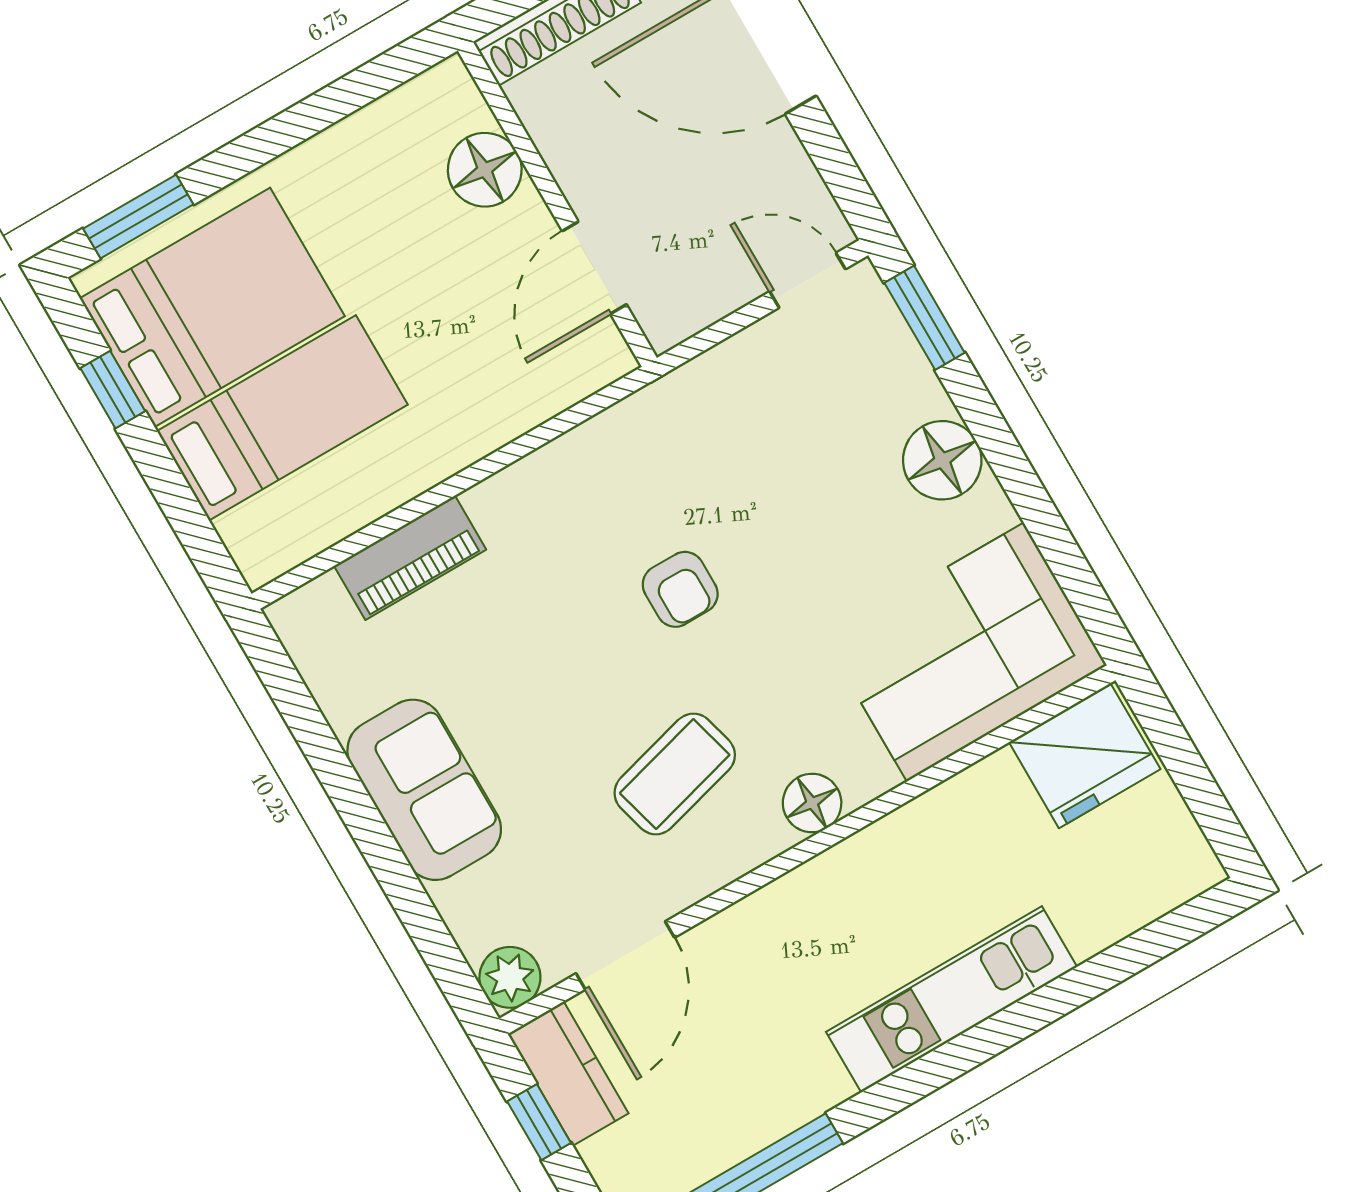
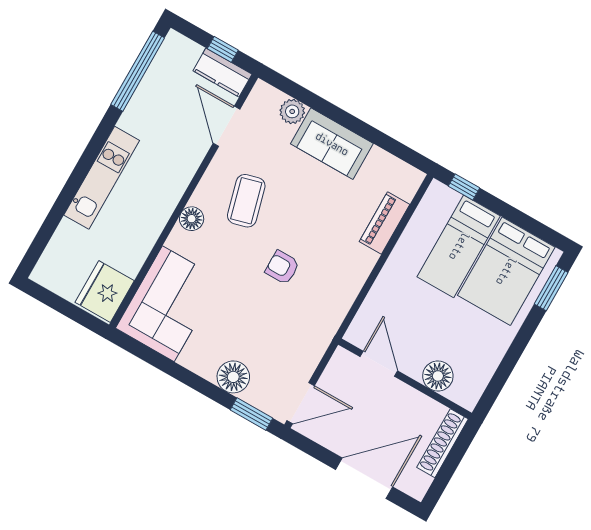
door: (808, 280) -> (301, 403), width x1.38
window: (113, 390) -> (464, 187), moved
floor lamp: (942, 460) -> (233, 377), moved
plant: (510, 977) -> (292, 111), moved

